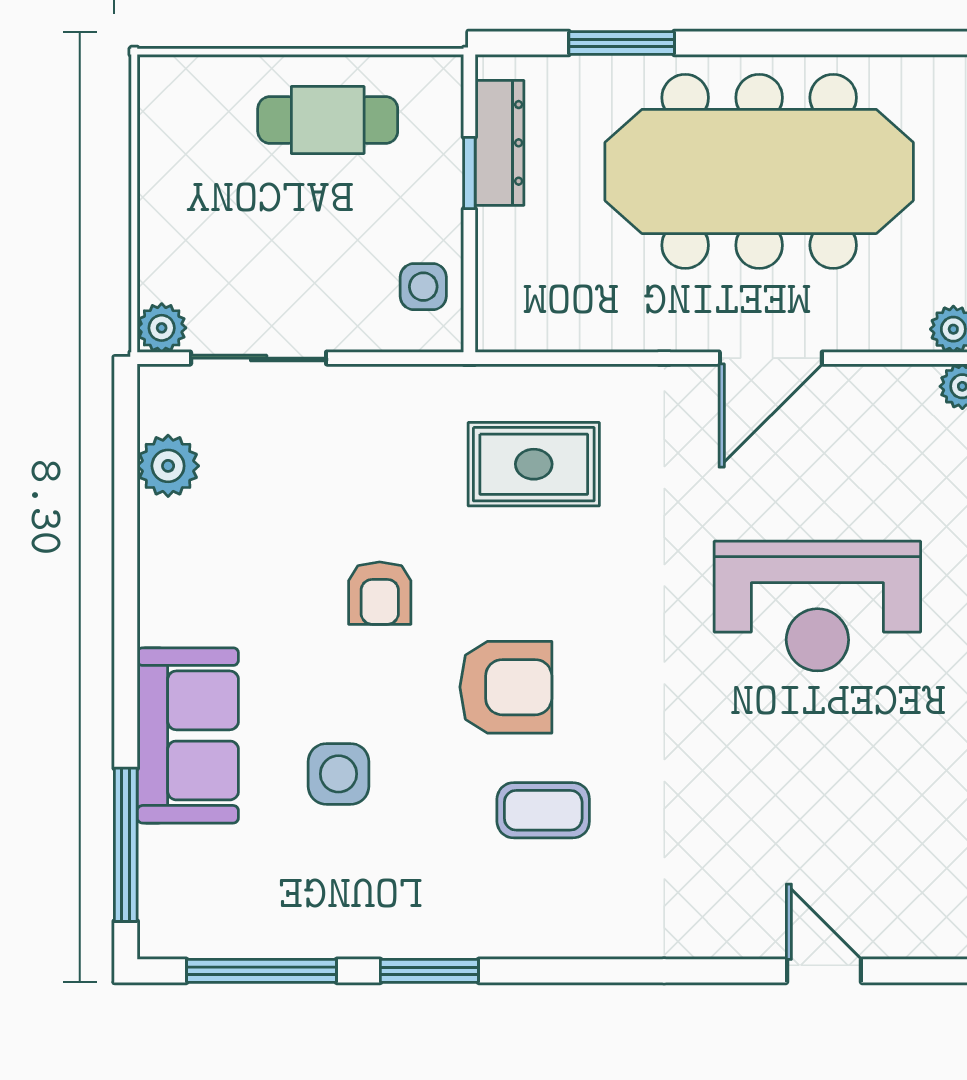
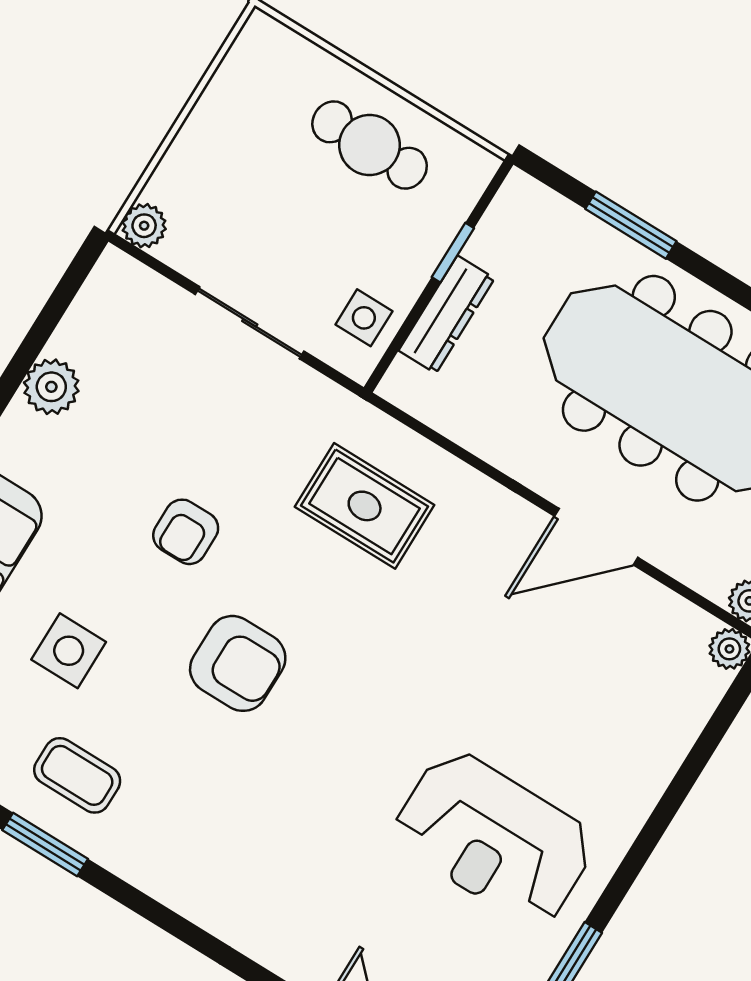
dresser: (500, 143) -> (447, 314), moved
sliding door: (259, 358) -> (250, 323), moved
plant: (168, 466) -> (51, 387), moved
reception desk: (817, 606) -> (494, 838), moved
coffee table: (543, 810) -> (77, 775), moved

